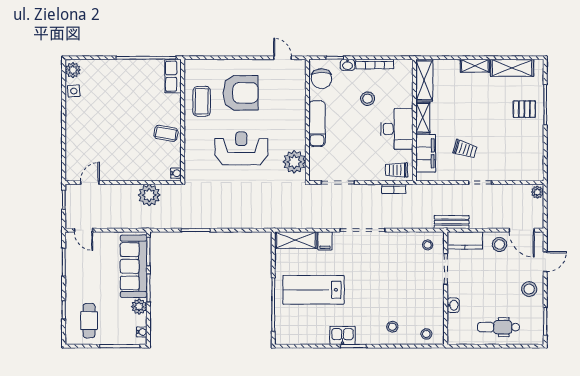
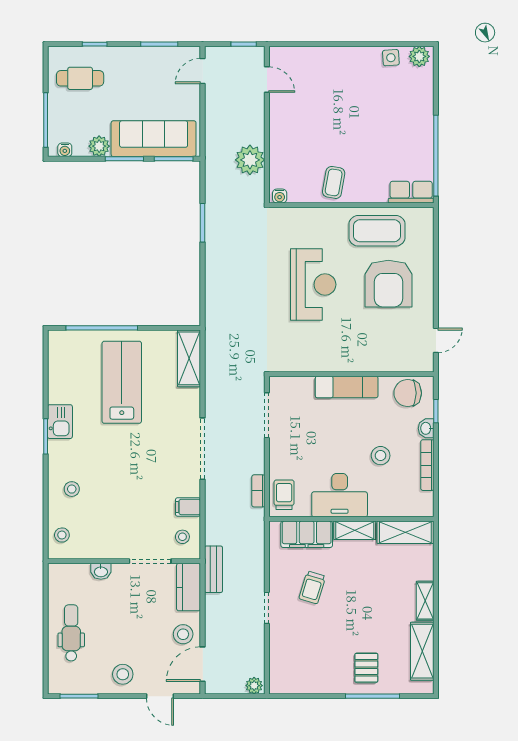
coffee table: (202, 101) -> (377, 231), width x1.36, depth x1.32
plant: (294, 162) -> (295, 356), removed
filing cabinet: (325, 241) -> (188, 507), moved

